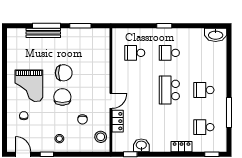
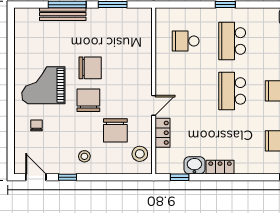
school desk: (169, 53) -> (232, 41), width x1.85
grand piano: (29, 86) -> (43, 85), turned 90
chair: (82, 119) -> (115, 130), width x1.87, depth x1.87
locker: (182, 147) -> (220, 167), moved

